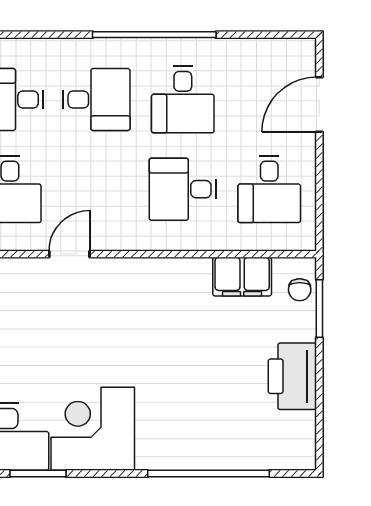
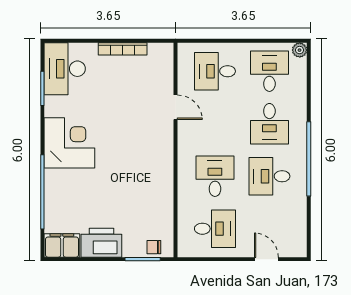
door: (319, 105) -> (266, 259), width x0.73
desk: (269, 189) -> (215, 229), turned 180
filing cabinet: (242, 277) -> (62, 245), moved, turned 90
corner desk: (93, 429) -> (69, 143), moved

